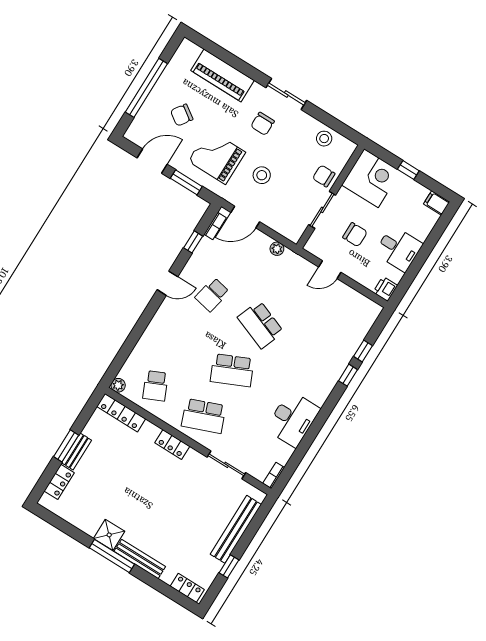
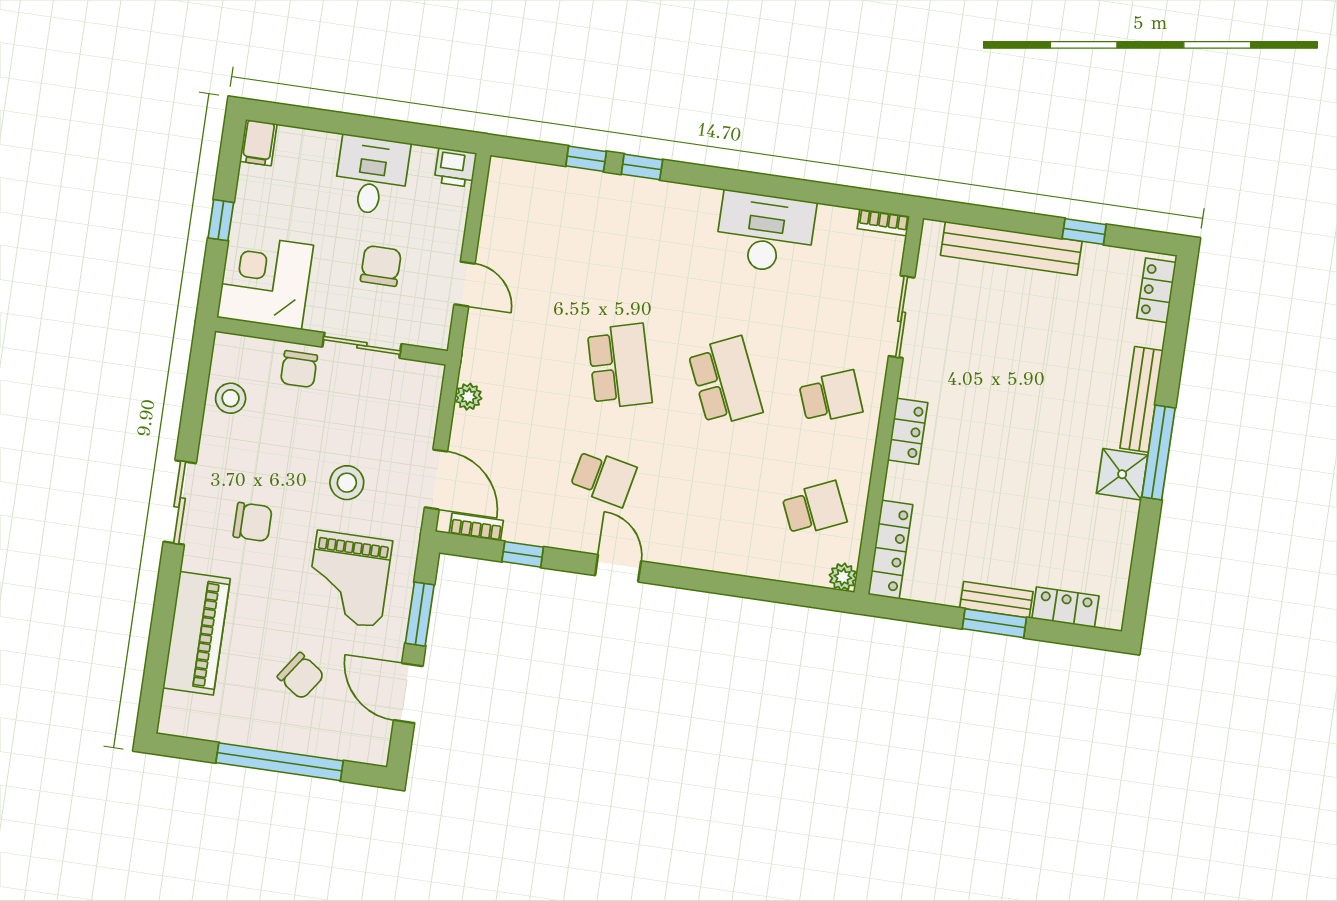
school desk: (261, 325) -> (620, 366), turned -36
school desk: (204, 416) -> (831, 397), width x0.54

